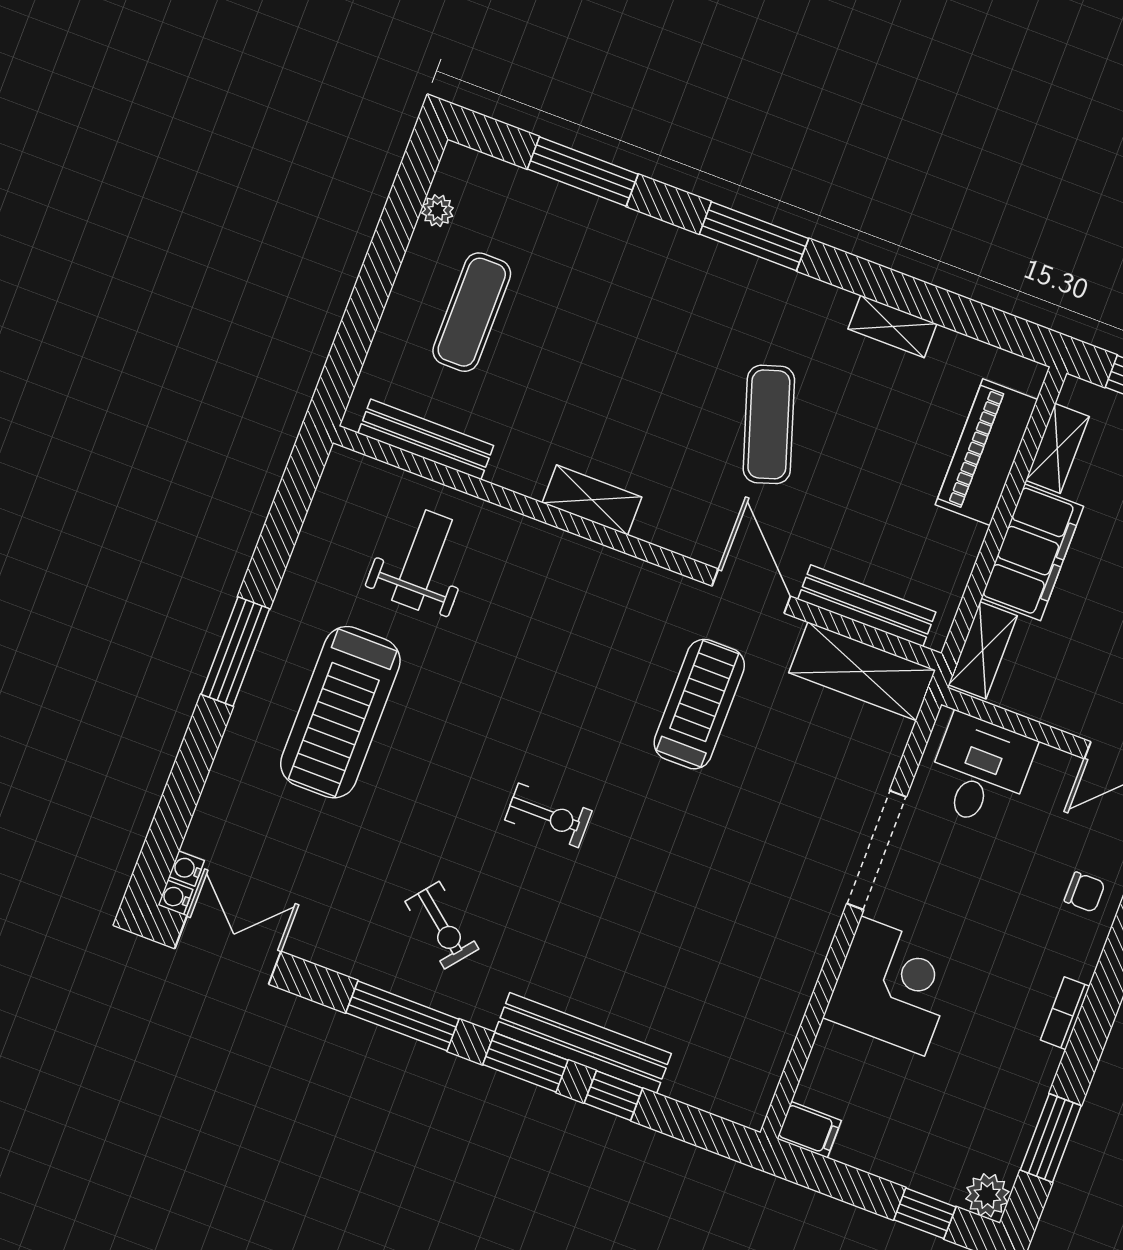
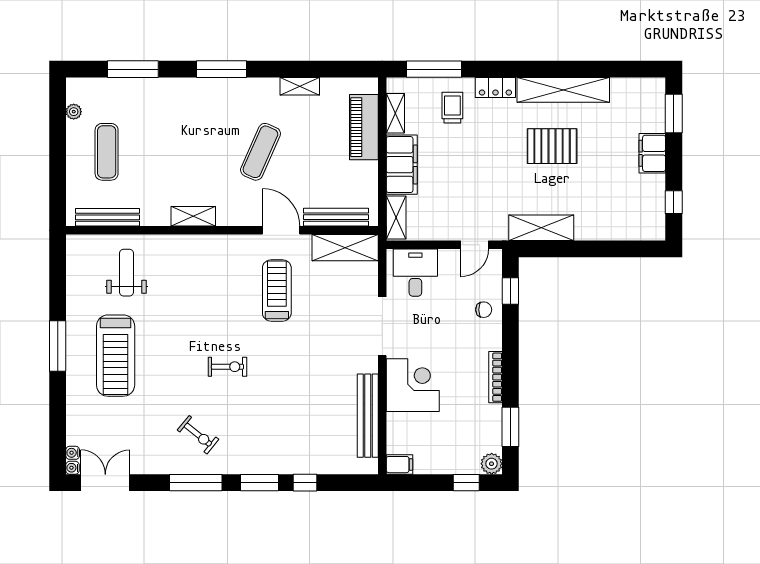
exercise mat: (769, 424) -> (260, 152), turned 42
bookcase: (1065, 1013) -> (496, 377), width x1.56
bench: (583, 1043) -> (368, 416), moved, turned 90

